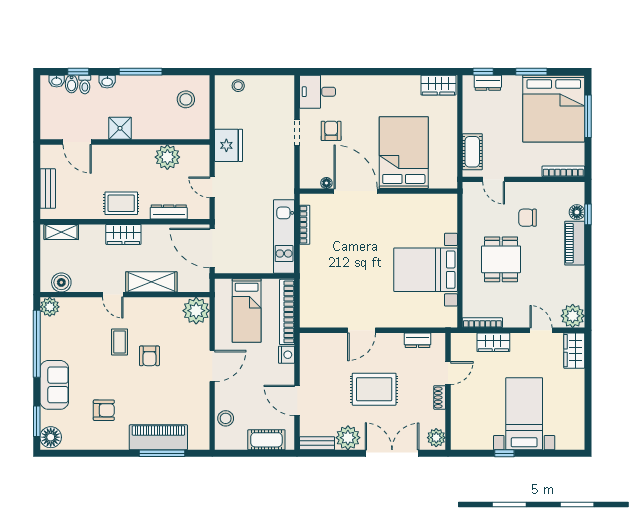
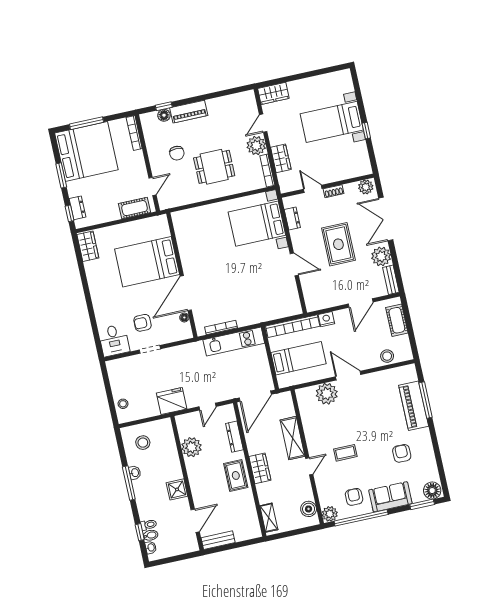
washbasin: (107, 82) -> (135, 473), moved
bench: (48, 189) -> (218, 540), moved
bed with nightstands: (426, 270) -> (257, 224), moved, turned 90
plant: (196, 311) -> (327, 394), moved
plant: (573, 316) -> (256, 146), moved
armchair: (149, 356) -> (354, 497), moved, turned -90

